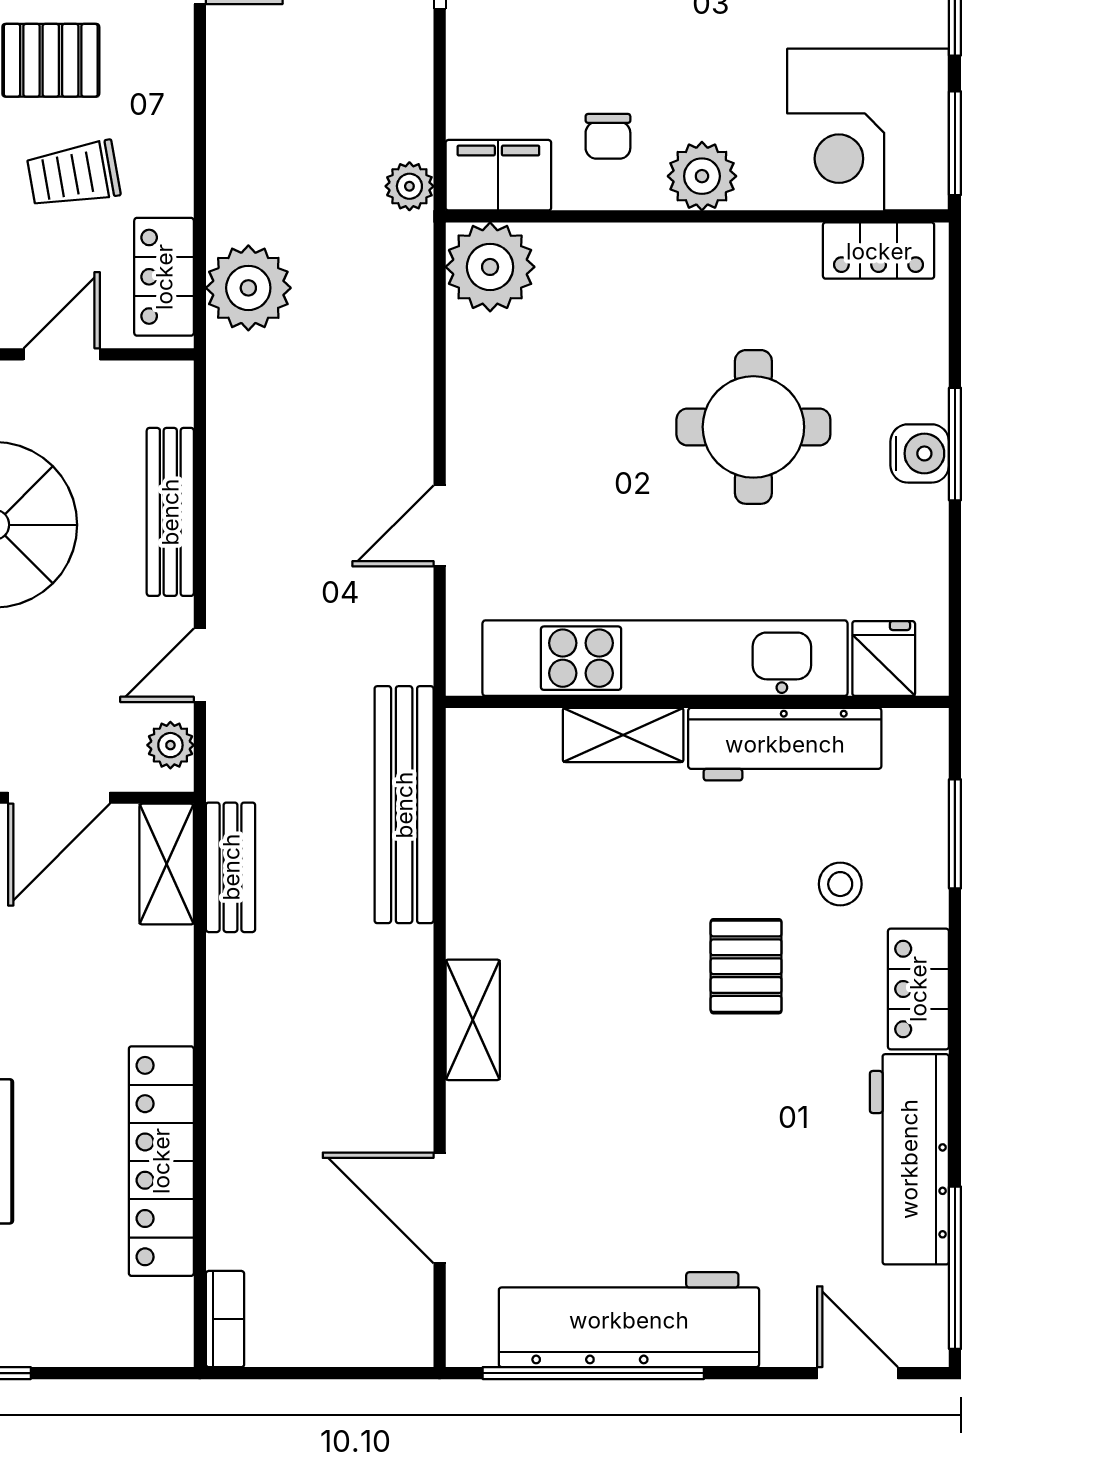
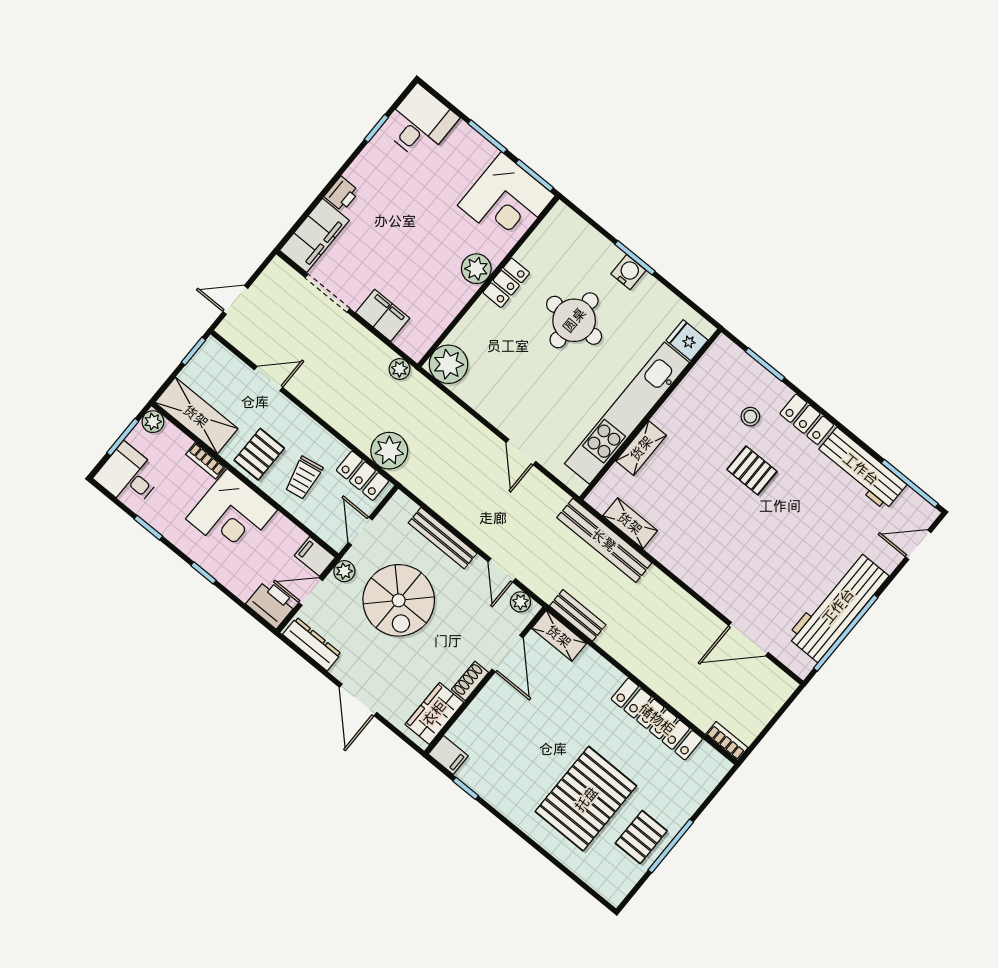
chair: (608, 136) -> (437, 289), removed
filing cabinet: (498, 175) -> (383, 315), moved, turned 90
locker: (879, 251) -> (506, 283), moved
workbench: (785, 744) -> (688, 397), removed
shelving: (473, 1020) -> (630, 523), moved

